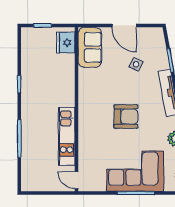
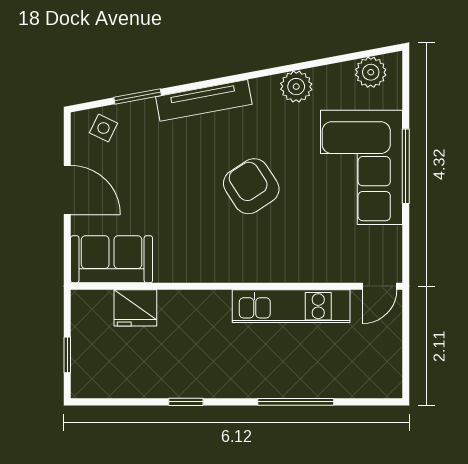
door: (124, 25) -> (67, 190), hinge flipped
fridge: (66, 43) -> (135, 308), moved
side table: (136, 64) -> (103, 128), moved
armchair: (126, 117) -> (251, 186), turned -33

